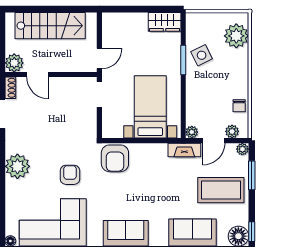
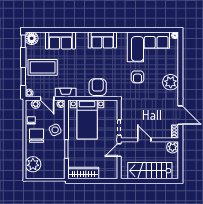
wardrobe: (165, 22) -> (83, 173), width x1.50
side table: (202, 55) -> (55, 130), moved
door: (37, 75) -> (144, 140), moved
chair: (231, 82) -> (36, 136), added
door: (214, 141) -> (47, 98), swing flipped
armchair: (115, 158) -> (98, 87), moved

